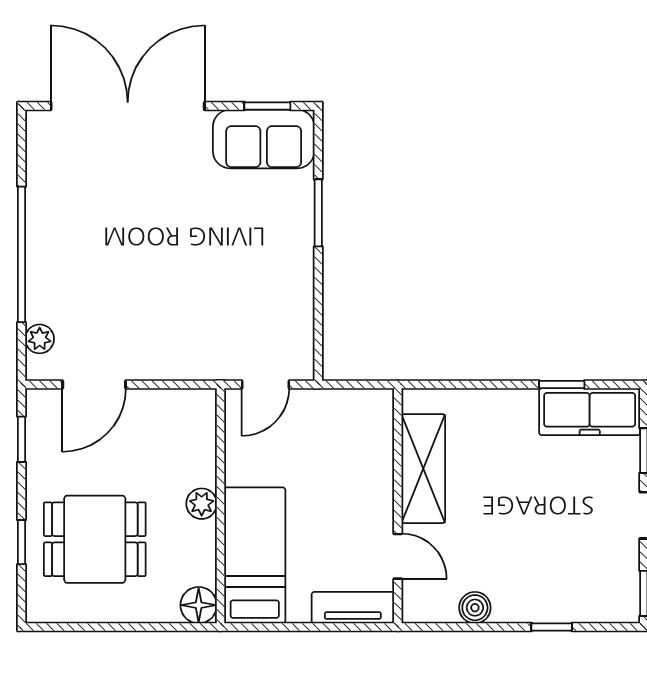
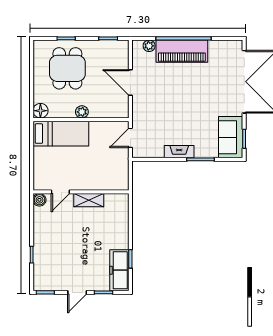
piano: (53, 258) -> (182, 51), added
fireplace: (299, 265) -> (179, 152), added
door: (94, 385) -> (130, 82), moved
door: (265, 385) -> (130, 138), hinge flipped
shelving: (423, 469) -> (89, 200), width x0.67, depth x0.75
tv unit: (353, 608) -> (39, 174), removed
boiler: (475, 608) -> (39, 200), moved

